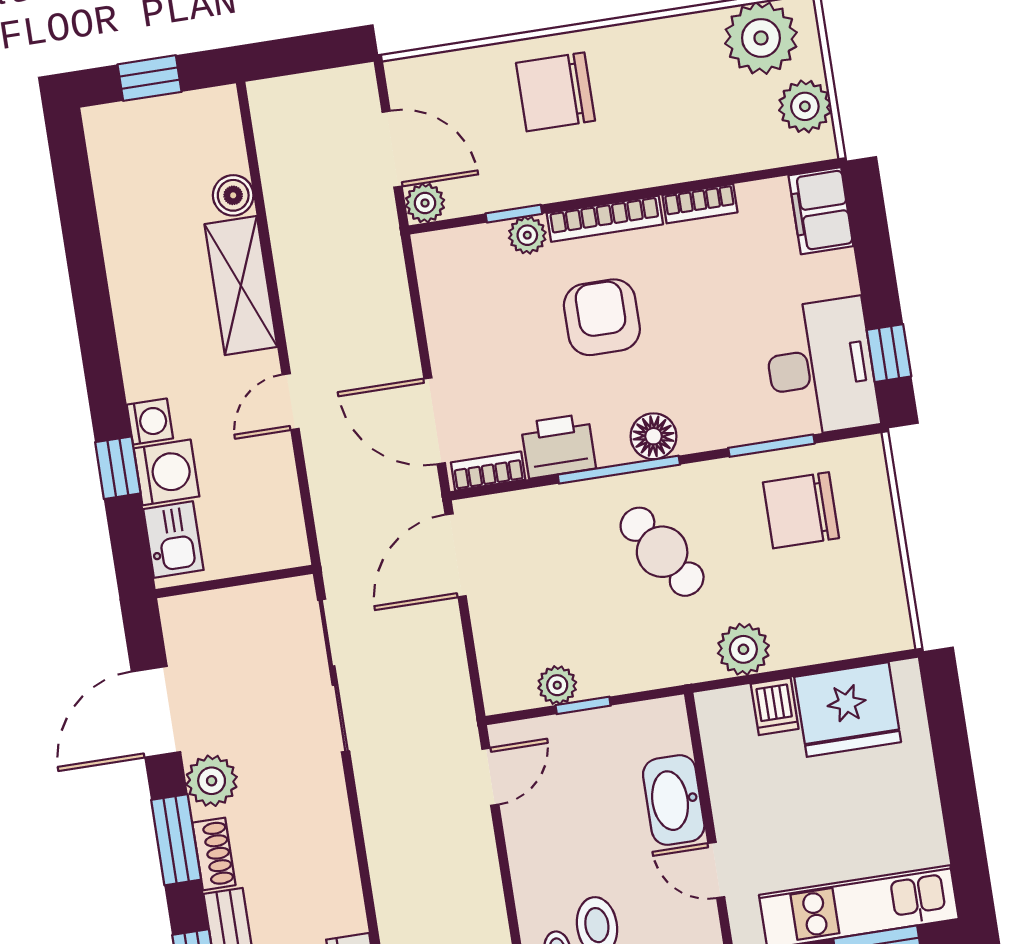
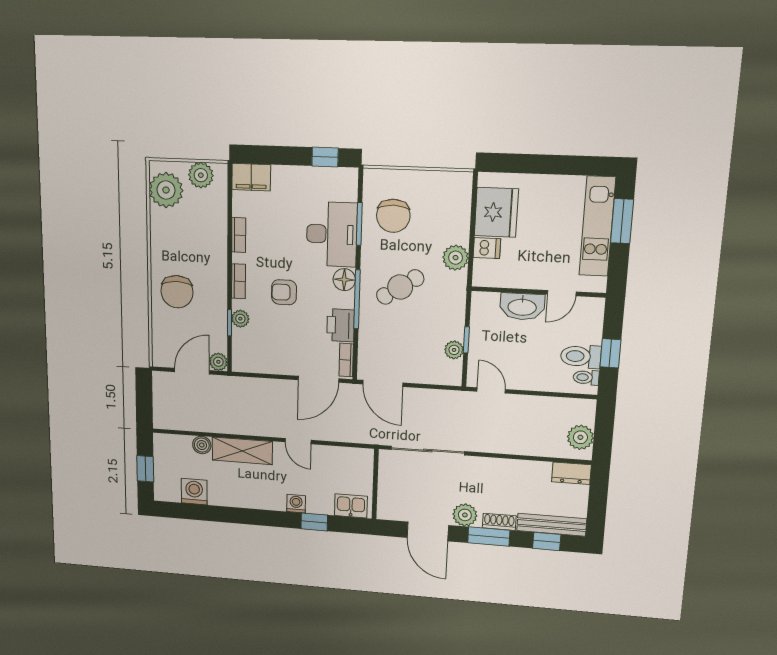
bookcase: (605, 219) -> (239, 281), width x0.64
armchair: (602, 317) -> (284, 292), width x0.72, depth x0.72
desk: (821, 367) -> (332, 234), moved, turned 90
washing machine: (167, 472) -> (194, 492), moved

